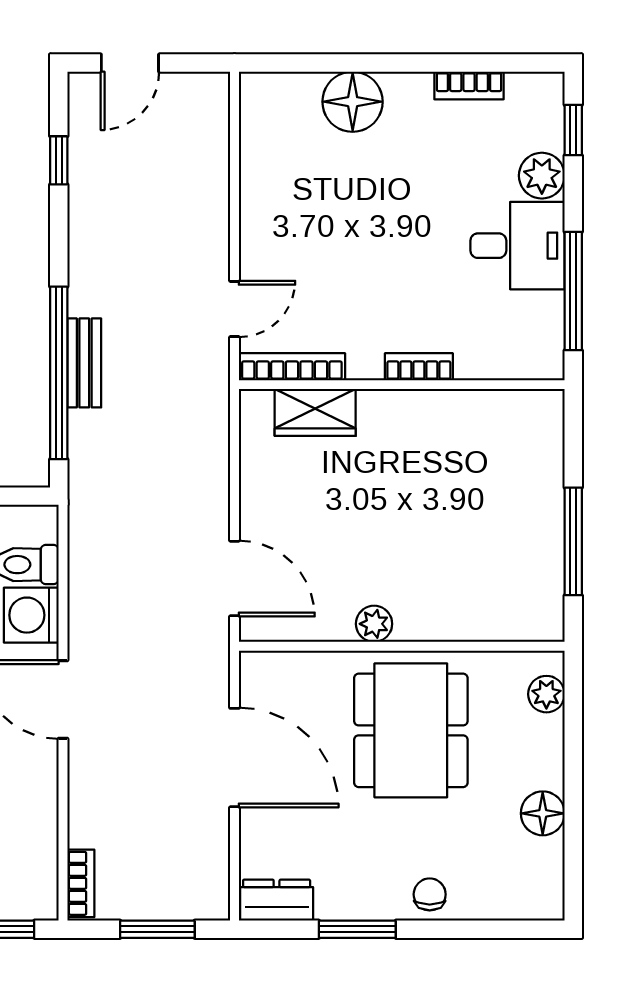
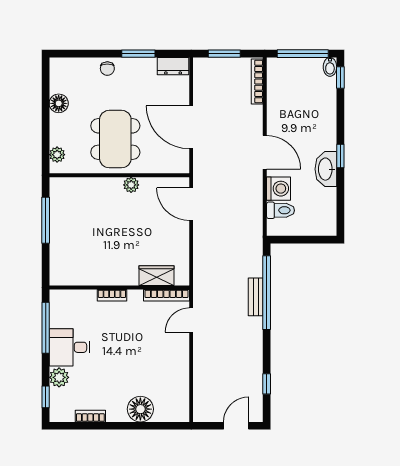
bookcase: (81, 883) -> (257, 81), width x1.56

